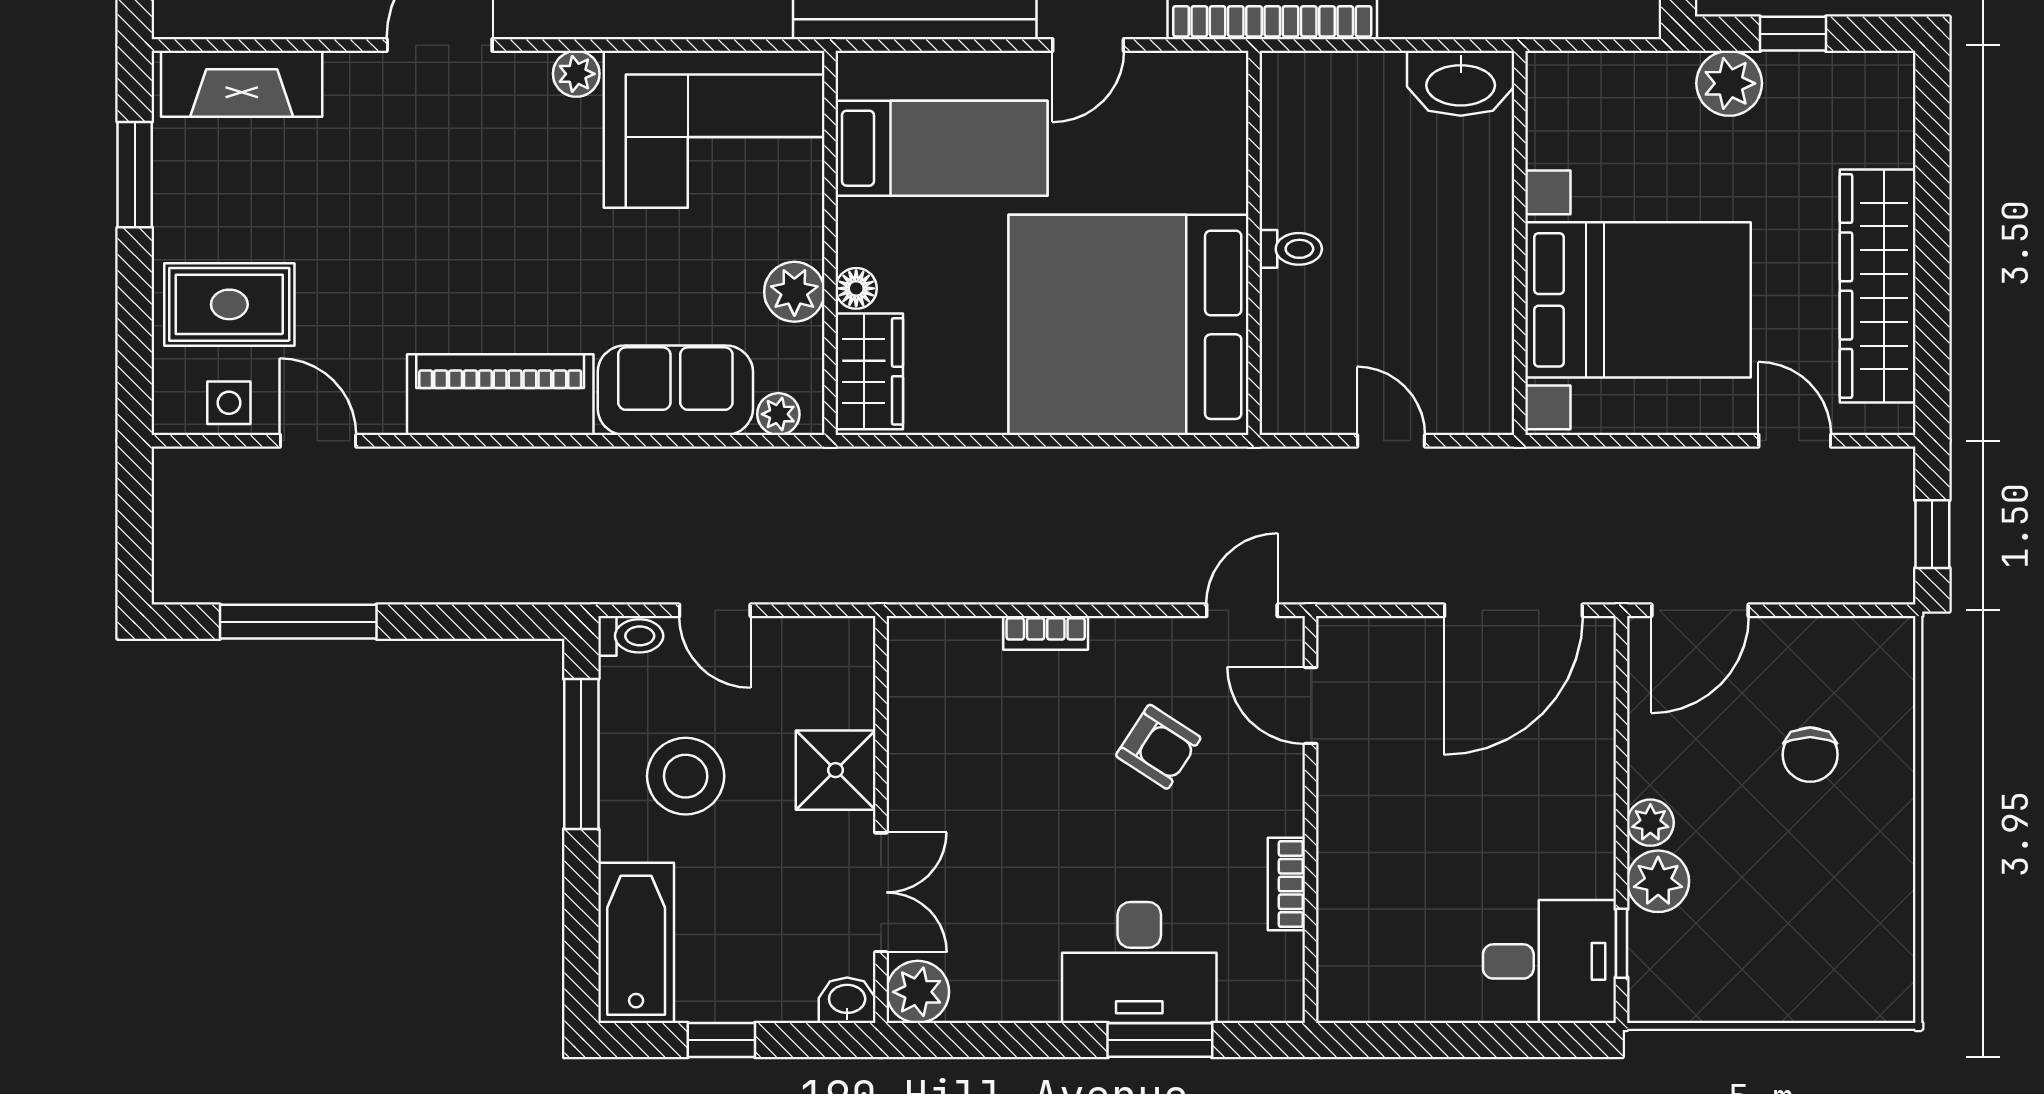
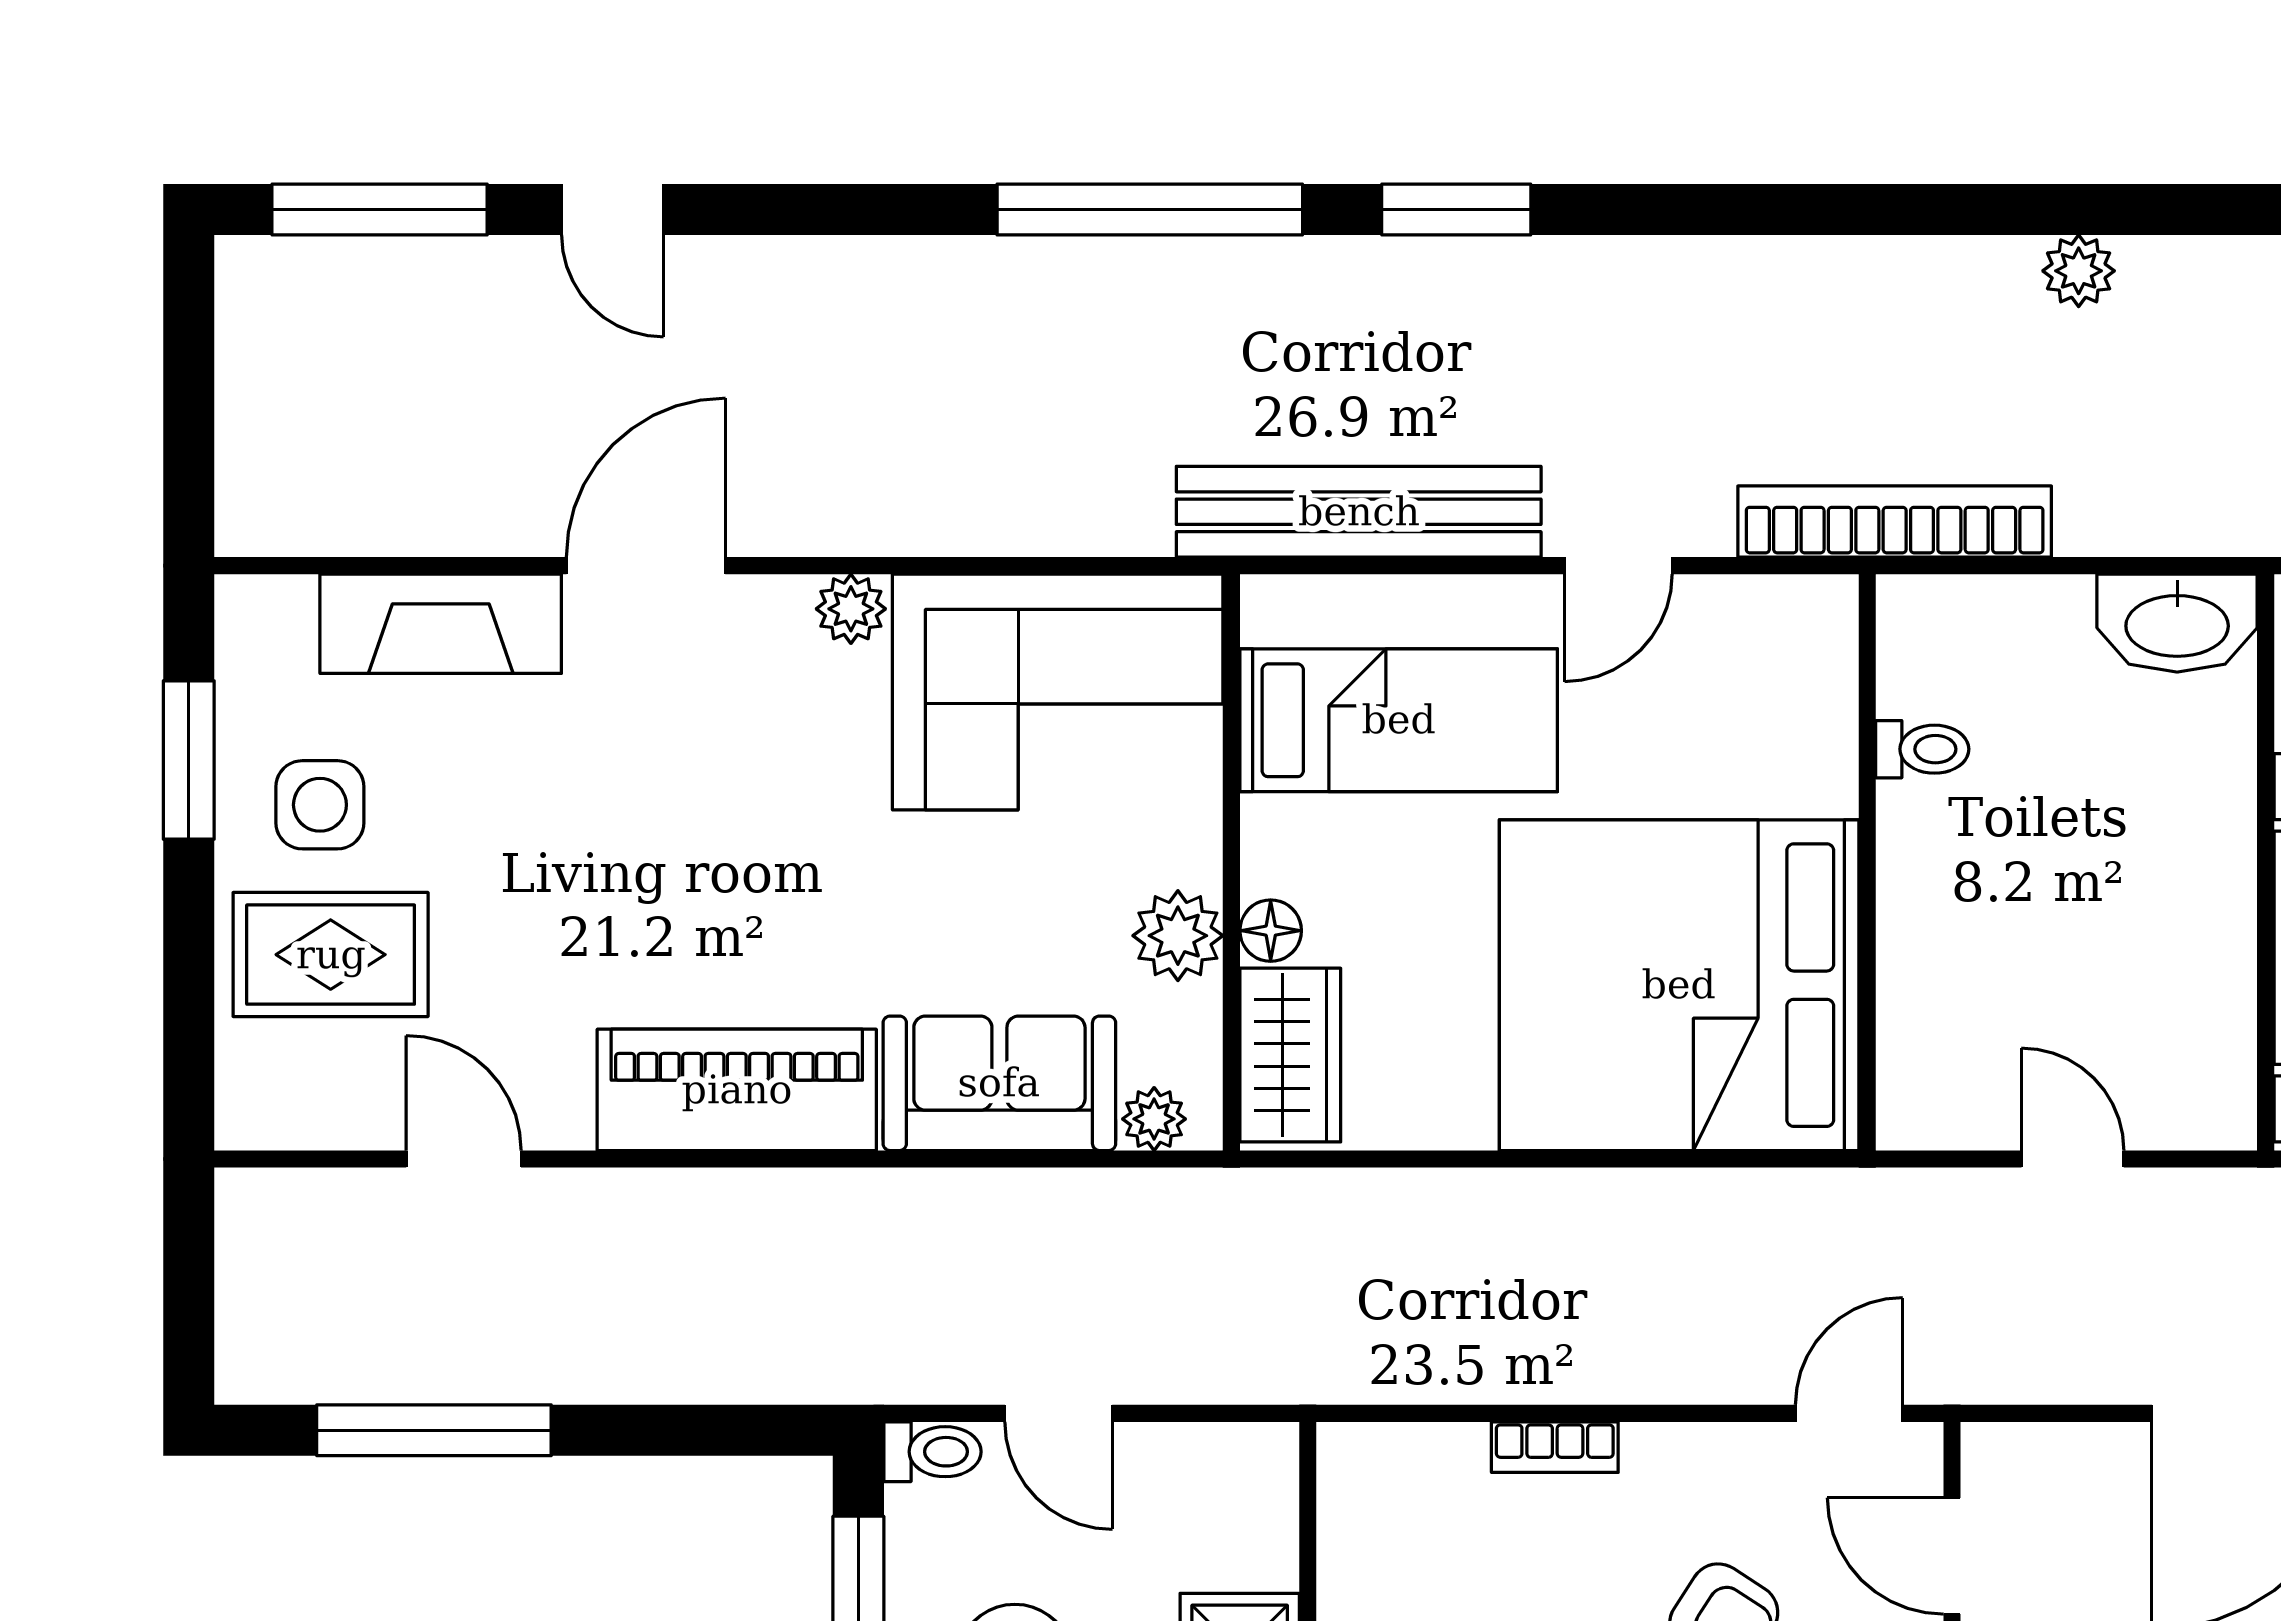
fireplace: (242, 84) -> (441, 624), moved
toilet: (1291, 249) -> (1922, 749), moved
side table: (229, 403) -> (320, 805), moved, width x1.37, depth x1.37

